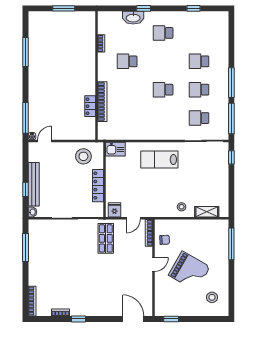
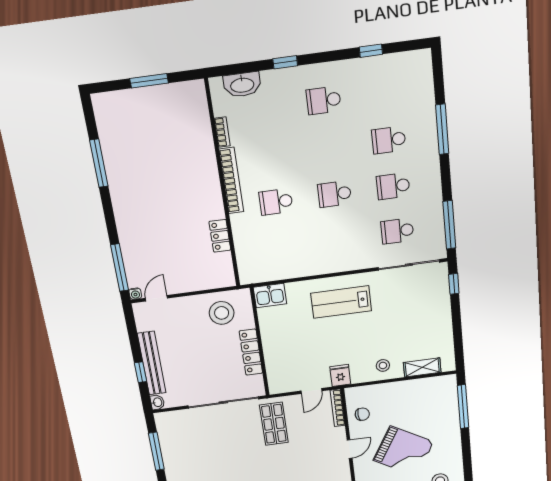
washbasin: (133, 18) -> (242, 85), moved
school desk: (127, 61) -> (276, 202), moved
window: (231, 83) -> (442, 129), moved
bookcase: (102, 102) -> (231, 181), moved
fridge: (115, 210) -> (340, 375), moved

